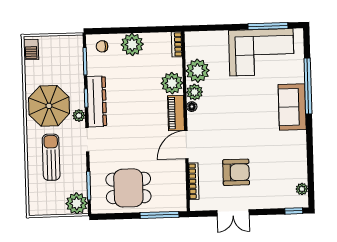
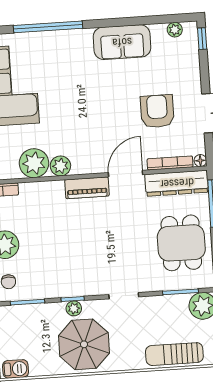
plant: (172, 83) -> (51, 194), removed
dresser: (97, 101) -> (177, 183), moved, turned 180
floor lamp: (192, 107) -> (200, 161), moved
sofa: (292, 107) -> (122, 42), moved
plant: (79, 116) -> (74, 308), moved
door: (186, 145) -> (125, 174), swing flipped
sun lounger: (51, 157) -> (174, 354), moved

